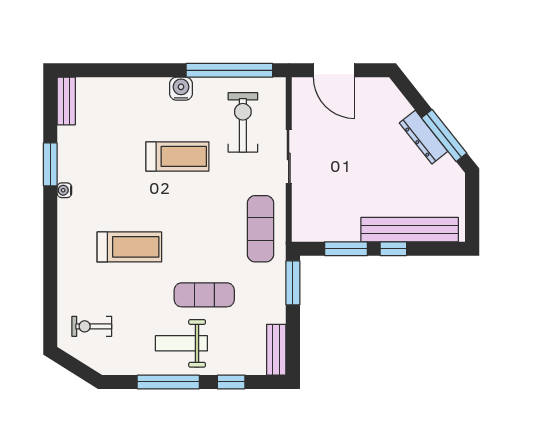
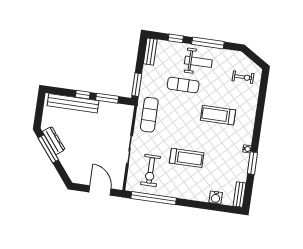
water cooler: (181, 89) -> (216, 197), moved
dresser: (424, 137) -> (54, 141), moved
treadmill: (177, 156) -> (187, 158), turned 180

